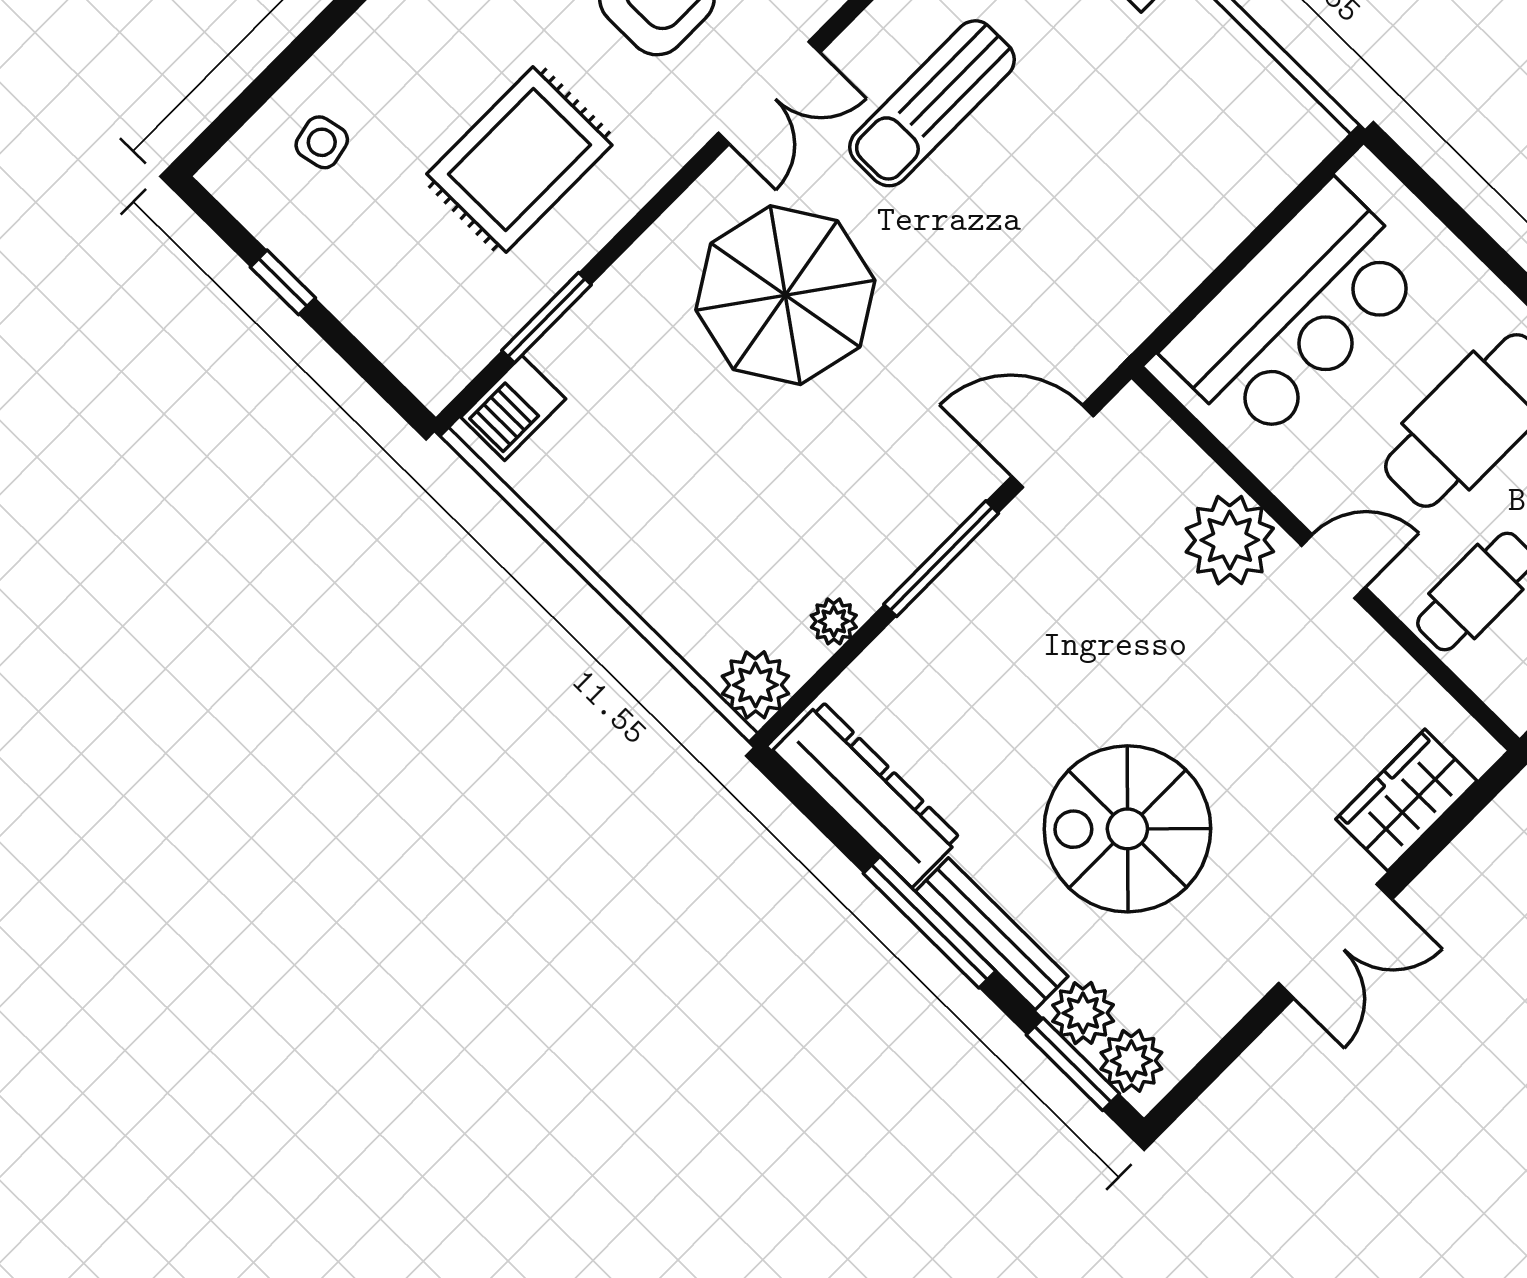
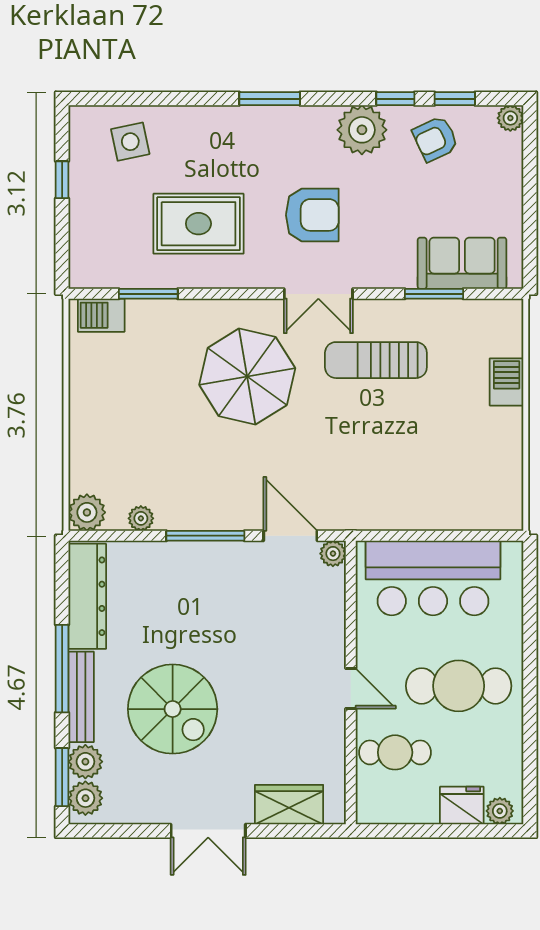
side table: (322, 142) -> (130, 142), width x1.37, depth x1.37
plant: (1230, 540) -> (333, 554), moved, width x0.53, depth x0.53
spiral stairs: (1127, 829) -> (173, 709), turned 180

